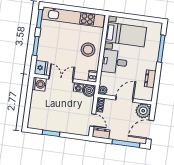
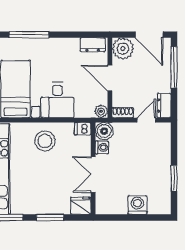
dresser: (150, 79) -> (93, 45), moved
washing machine: (39, 84) -> (137, 205), moved

